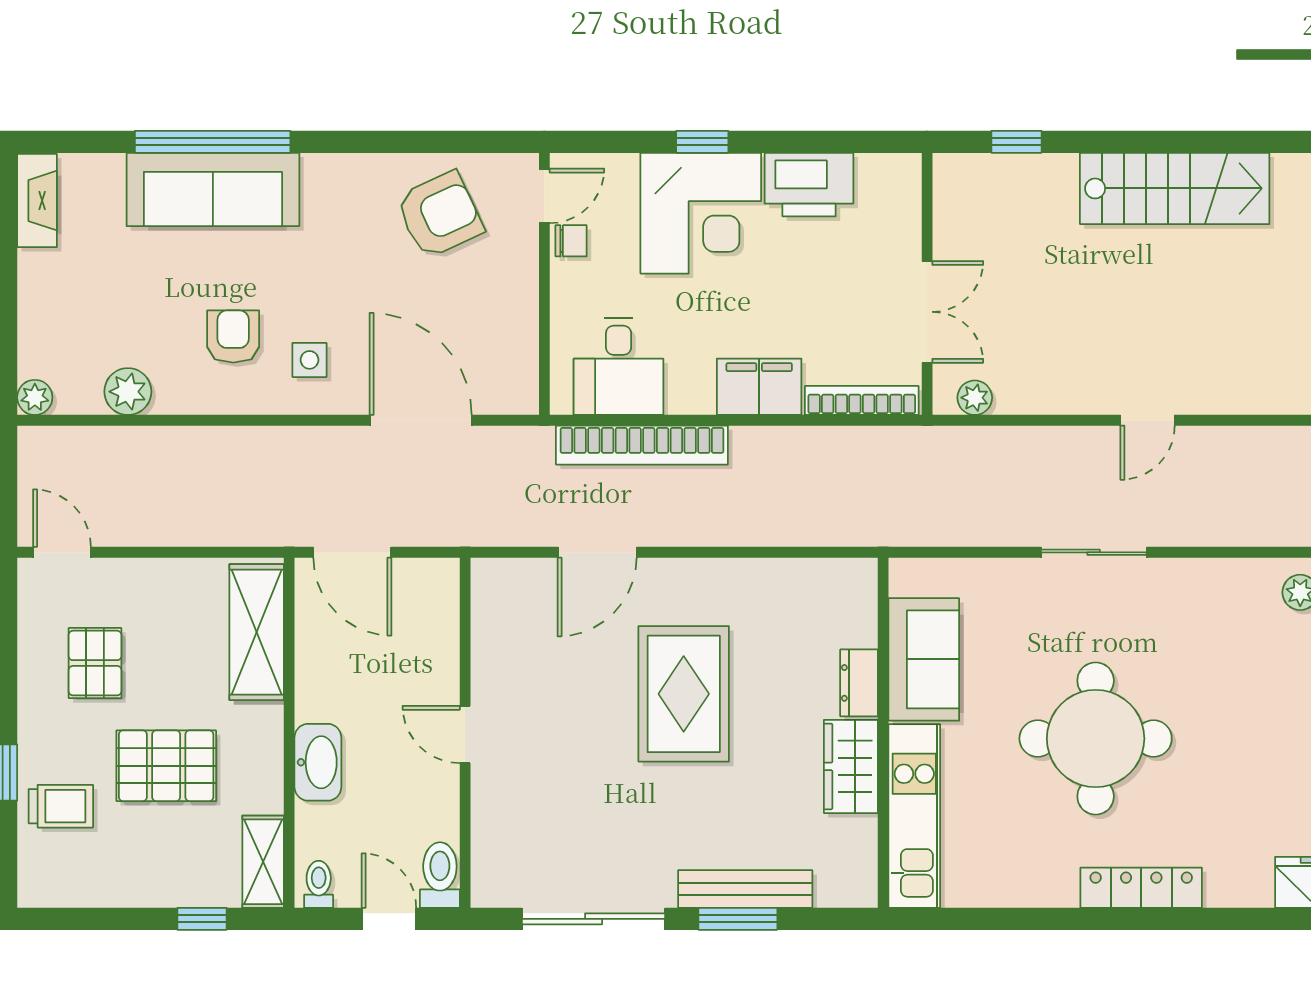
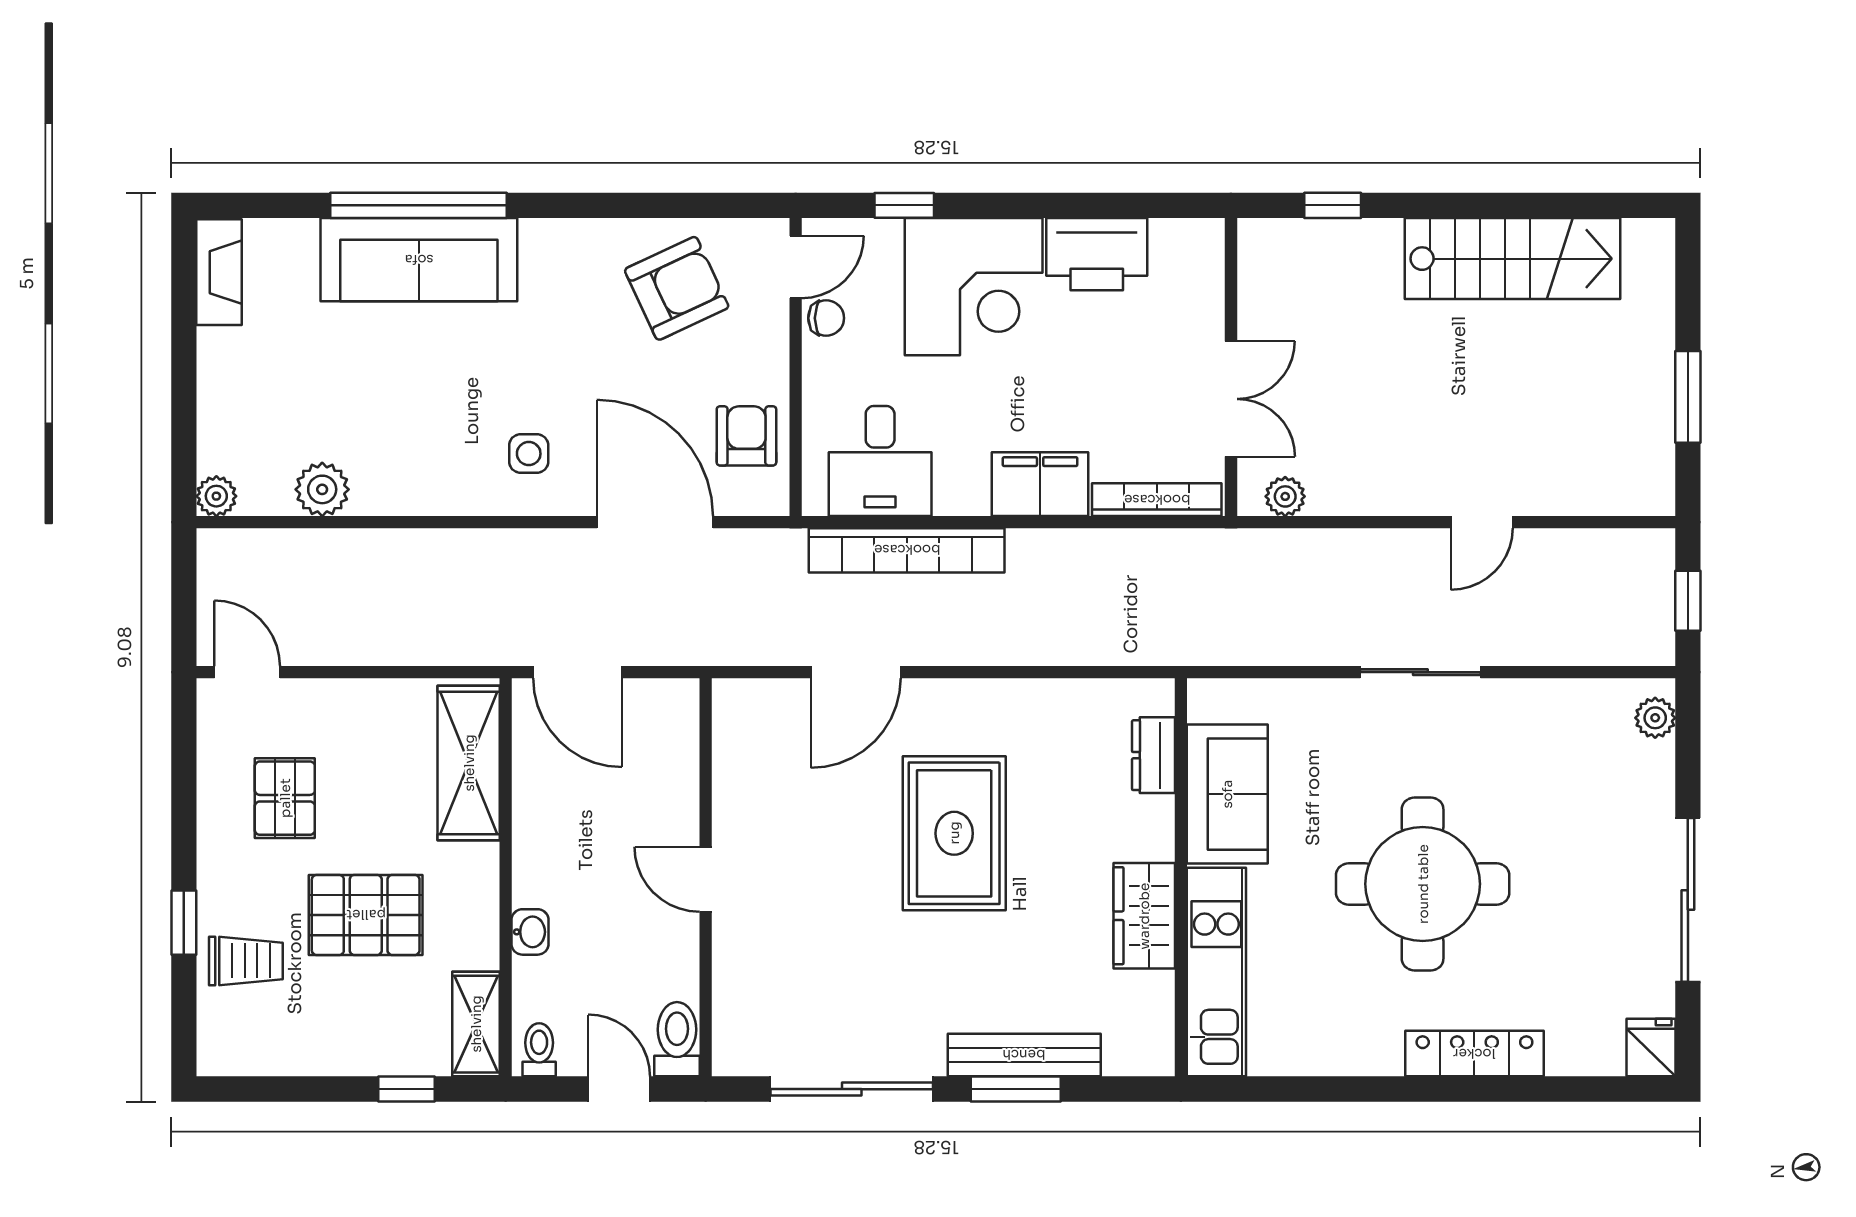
window: (702, 142) -> (904, 205), moved
armchair: (233, 336) -> (746, 436), moved
dresser: (859, 683) -> (1154, 755), moved
washbasin: (318, 762) -> (530, 932), width x0.52, depth x0.69

